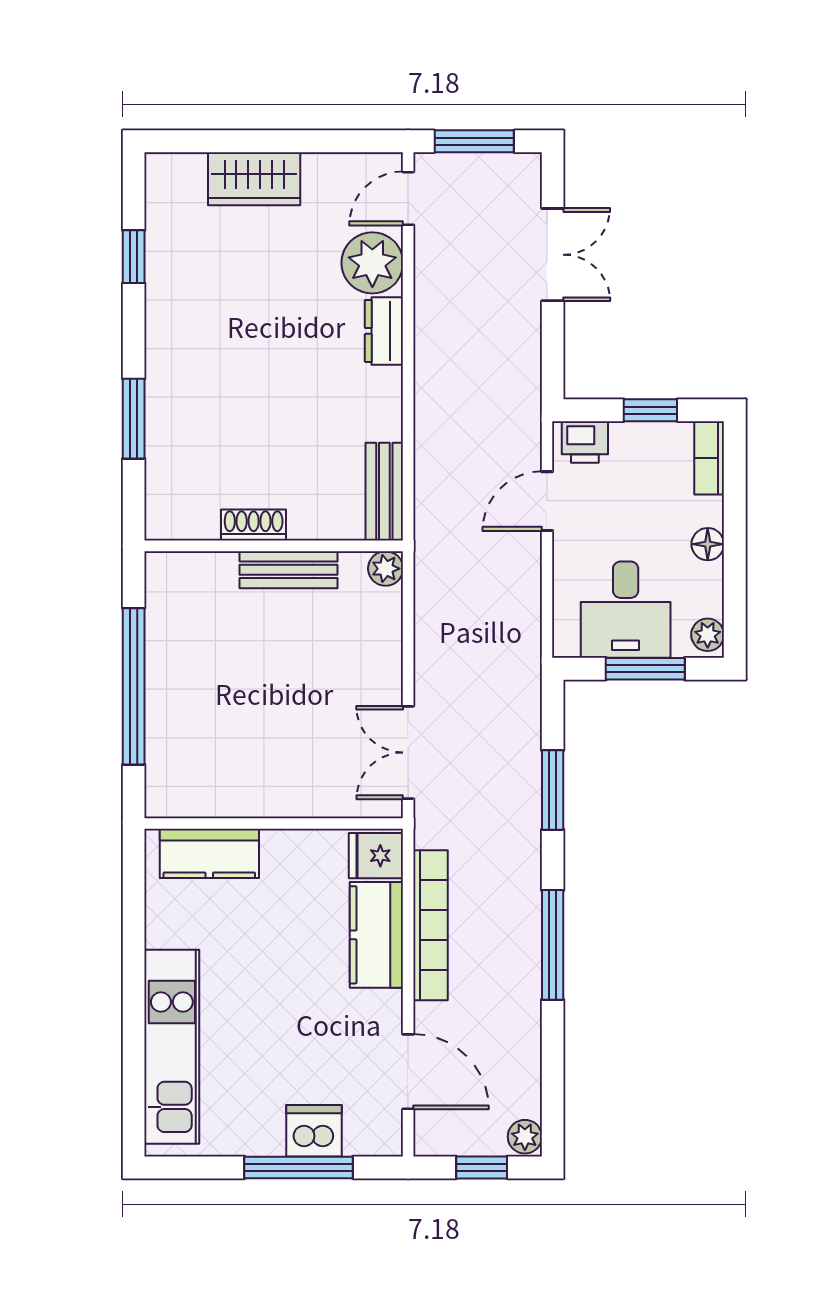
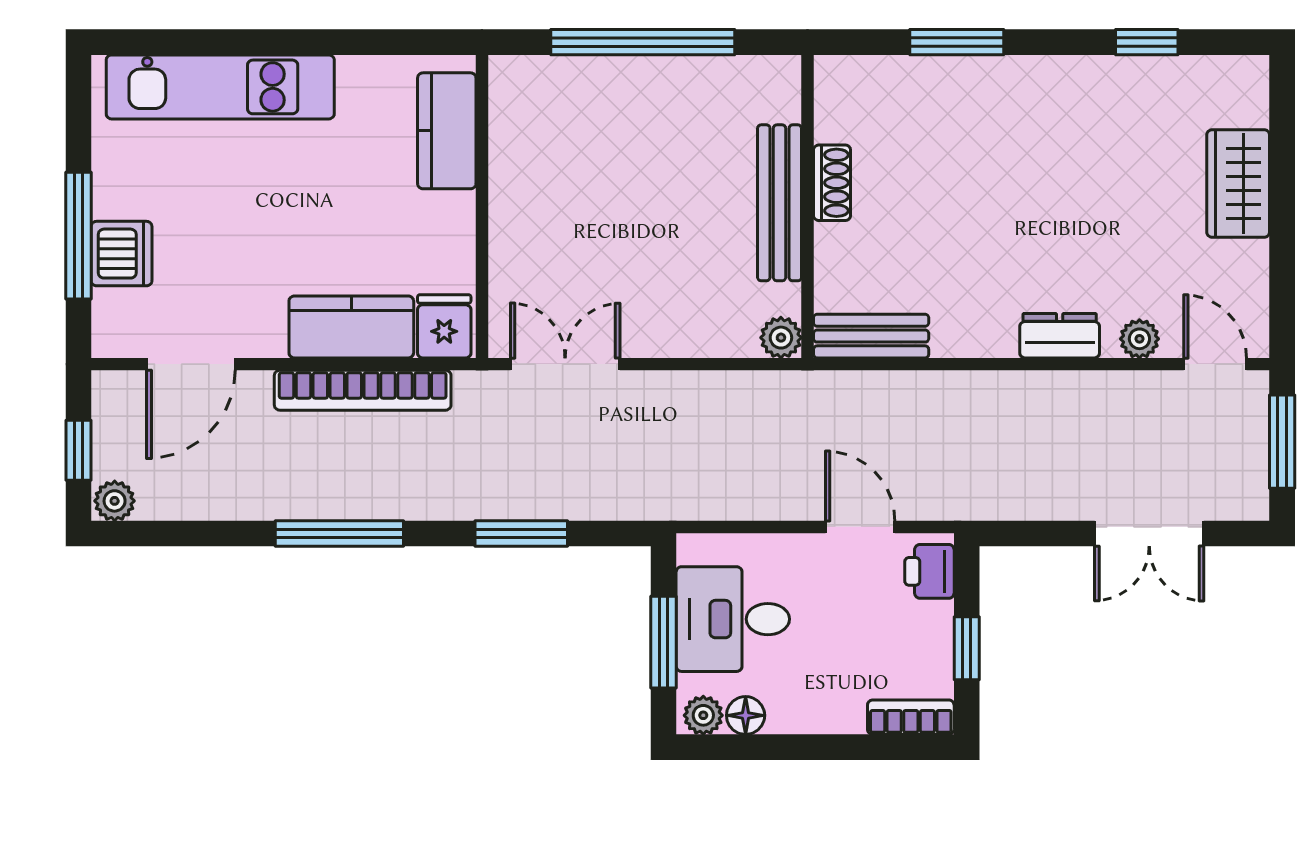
plant: (372, 263) -> (1139, 339), width x0.53, depth x0.53
floor lamp: (708, 544) -> (746, 715), moved
bench: (288, 570) -> (780, 203), width x1.36

